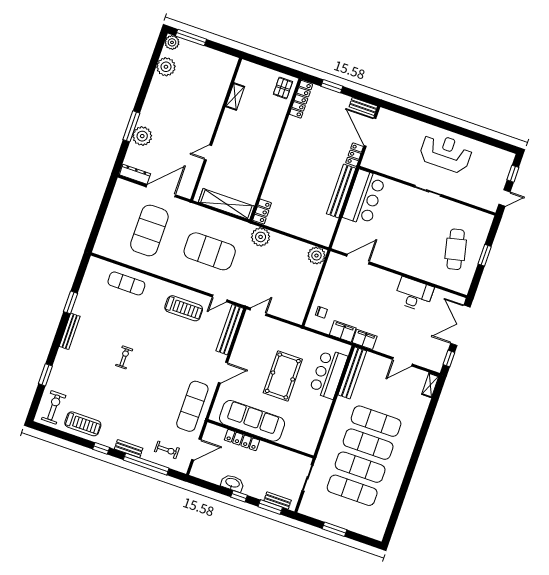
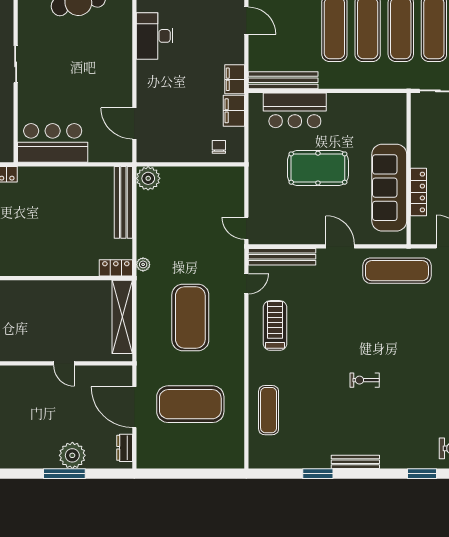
dresser: (135, 174) -> (125, 448), width x0.70
bench: (341, 191) -> (123, 202), moved, turned 90
plant: (261, 237) -> (143, 264), width x0.53, depth x0.53
door: (220, 298) -> (246, 284), hinge flipped

